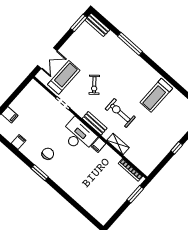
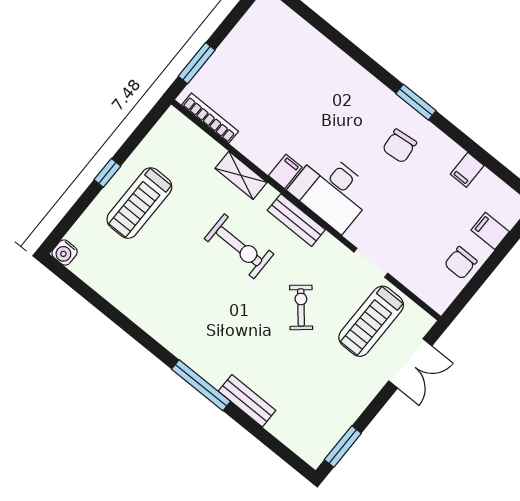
bench: (97, 25) -> (247, 401), moved
window: (130, 44) -> (201, 385), moved
double door: (47, 58) -> (410, 363), swing flipped
treadmill: (156, 95) -> (139, 203), moved, turned 180
chair: (23, 101) -> (461, 263), added

